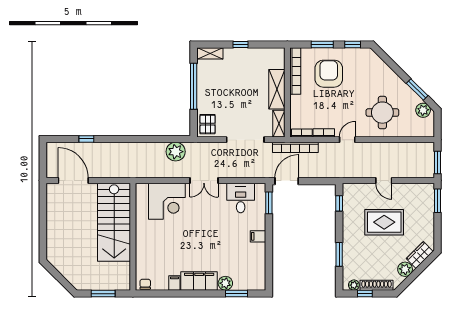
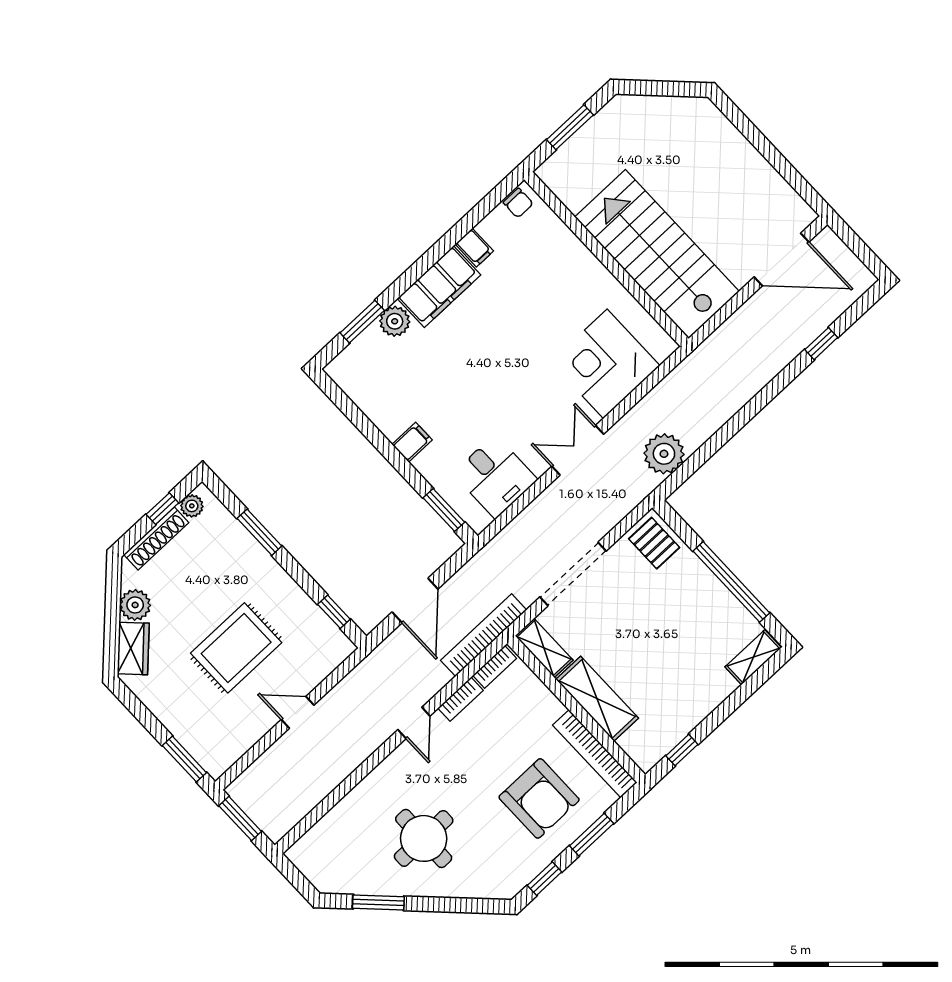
window: (241, 44) -> (682, 750), moved
plant: (423, 110) -> (339, 879), removed
round table: (382, 113) -> (424, 838), moved
door: (287, 181) -> (415, 601), moved

